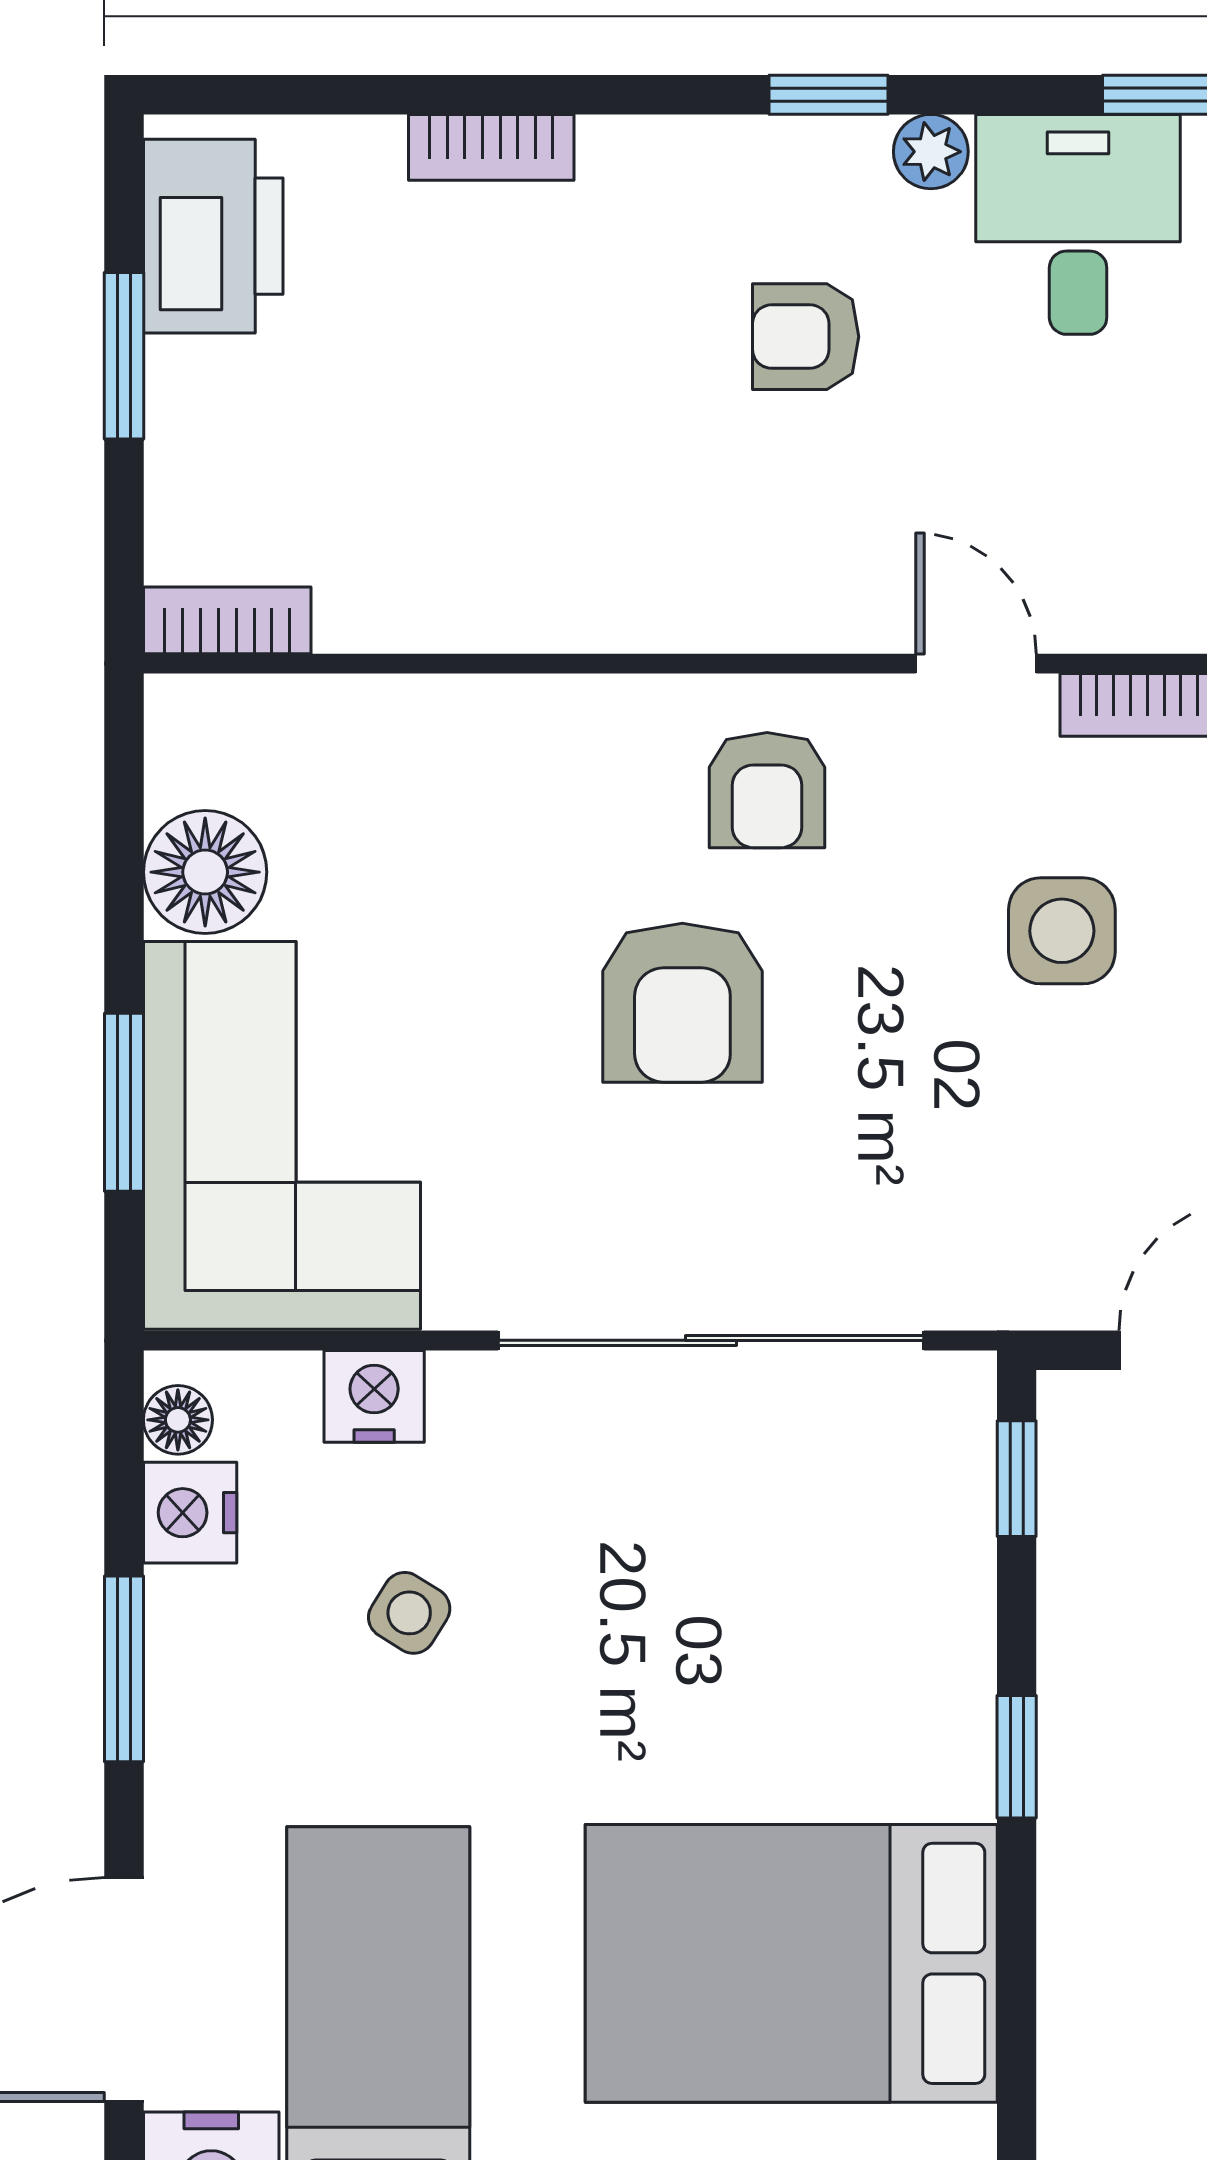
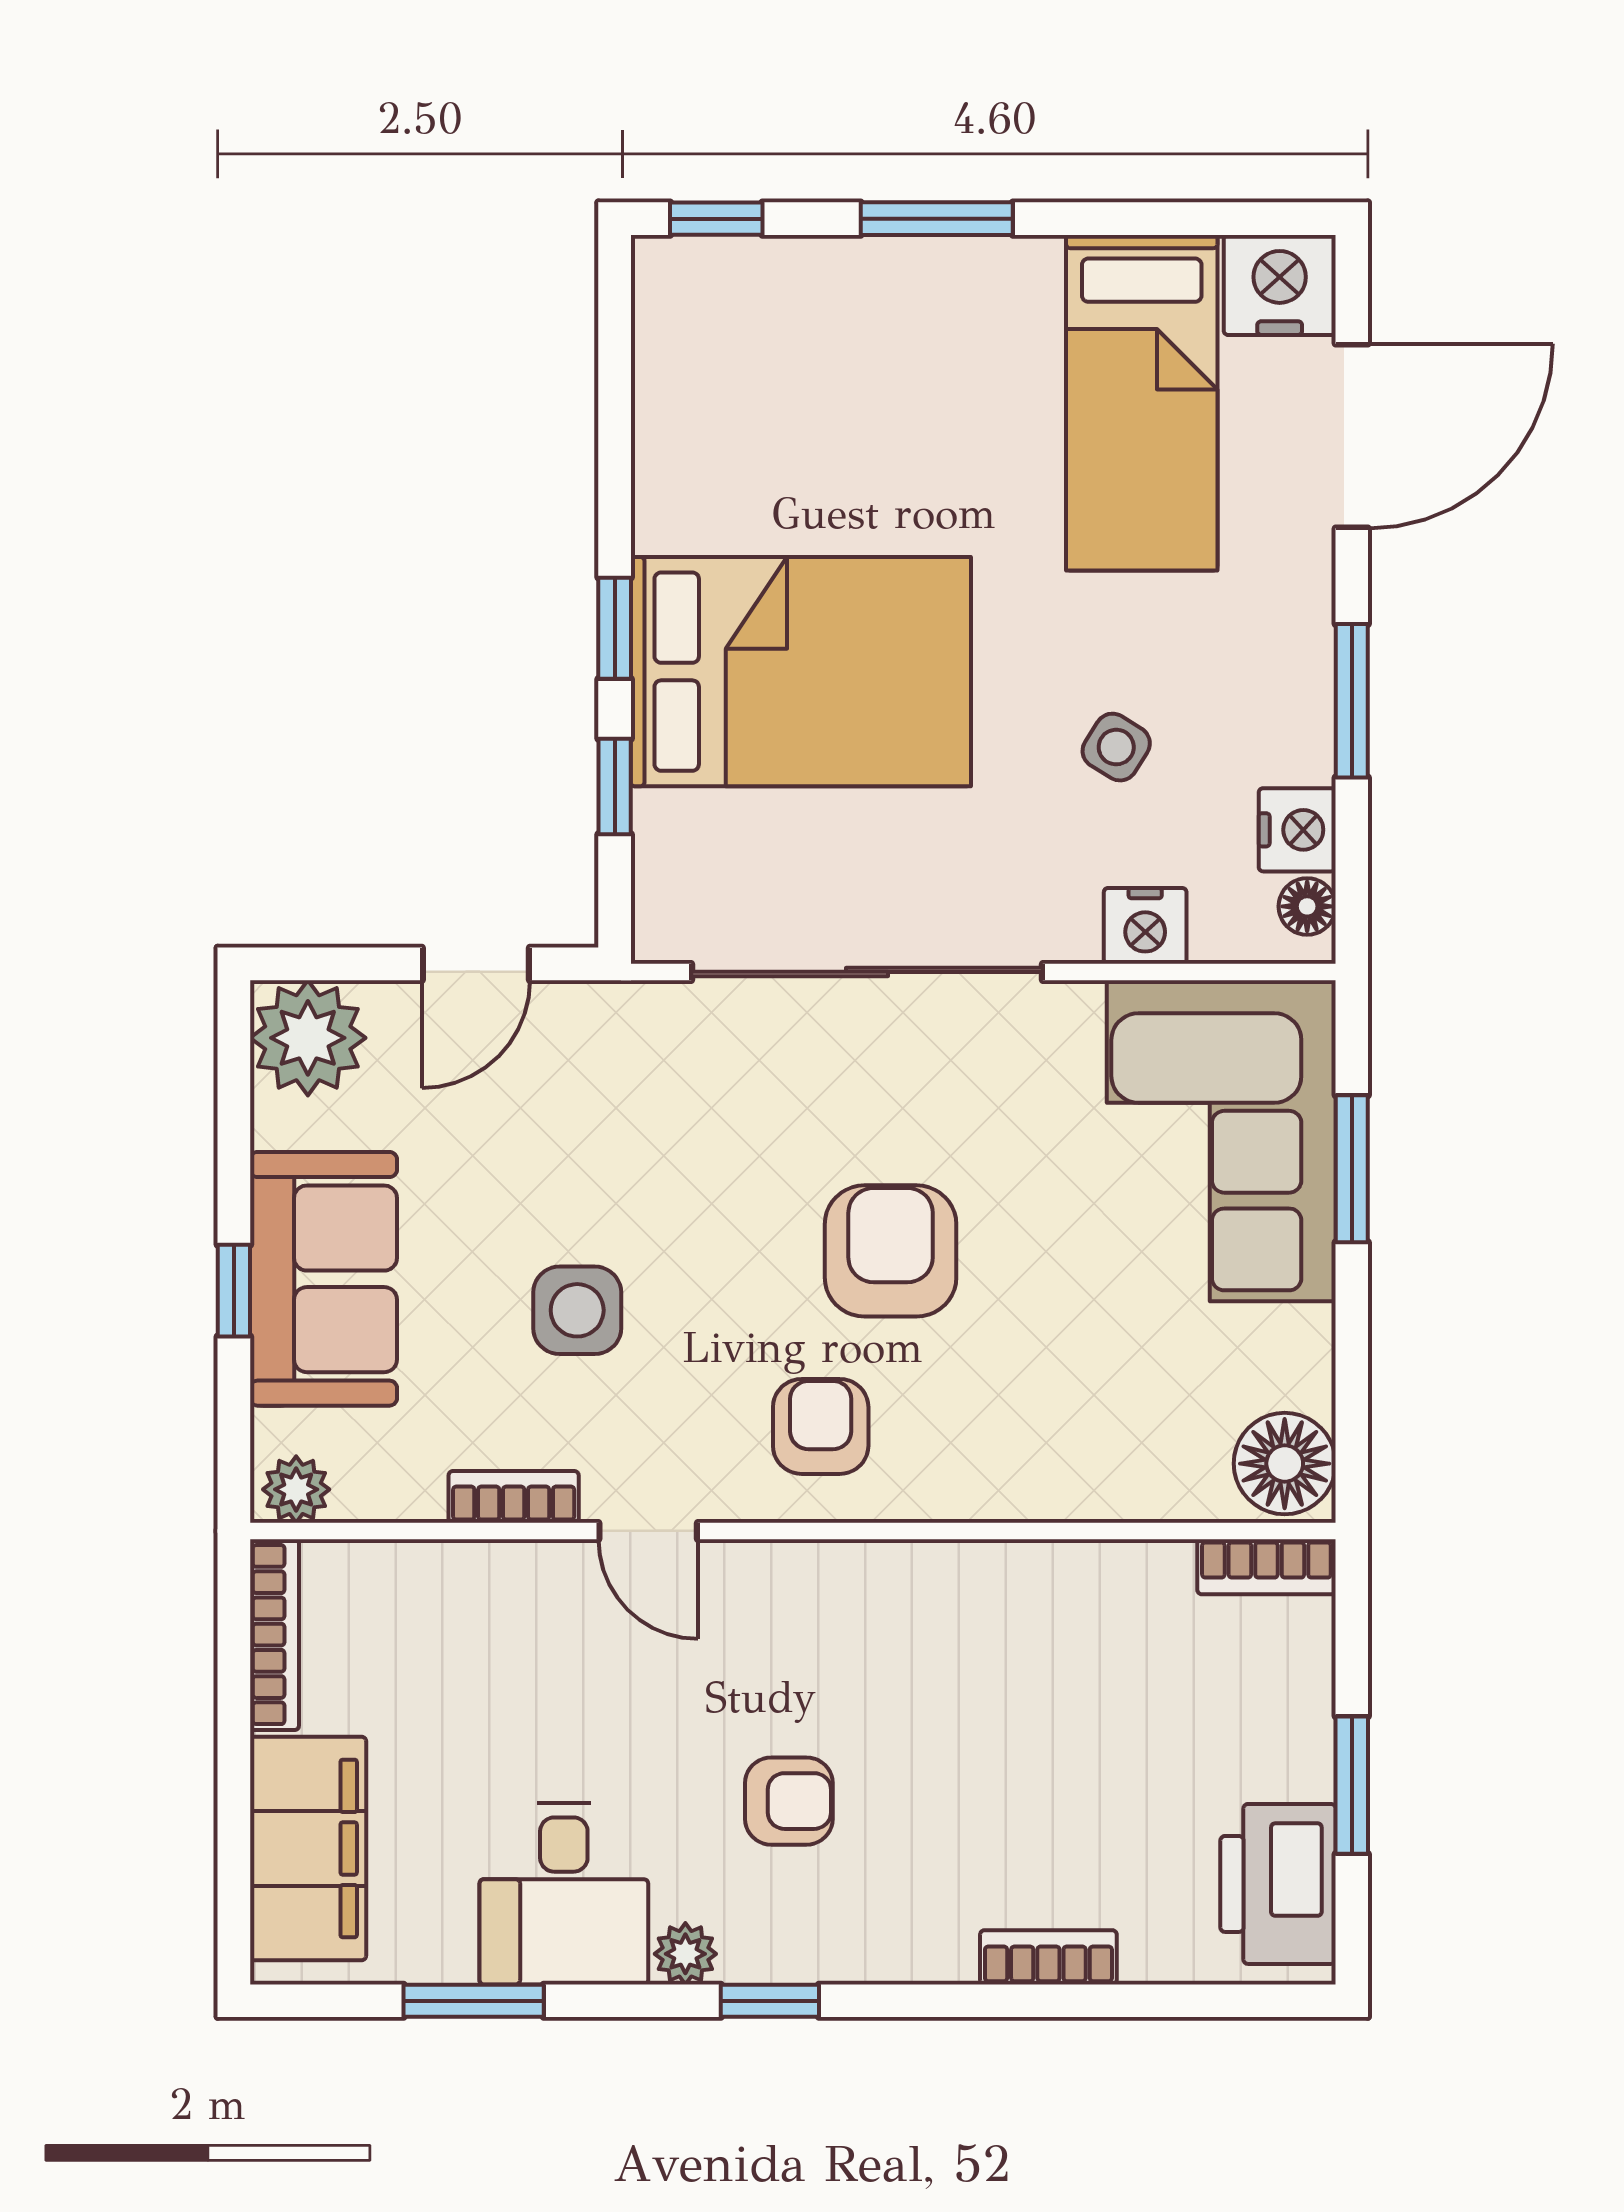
floor lamp: (205, 872) -> (1285, 1464), moved
window: (1017, 1479) -> (615, 787), moved
bed: (791, 1963) -> (801, 672), moved

